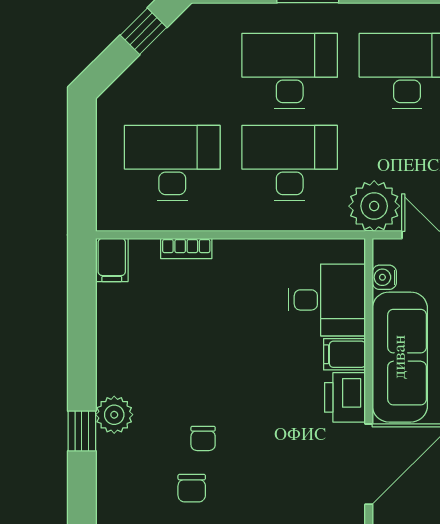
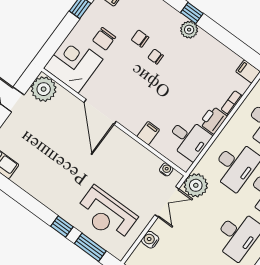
desk: (327, 300) -> (189, 139), moved, turned -90
sofa: (400, 357) -> (132, 153), removed
printer: (345, 397) -> (213, 120), moved, turned -90

